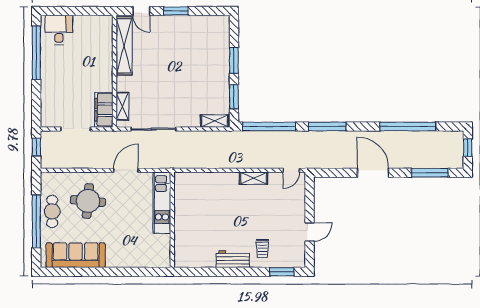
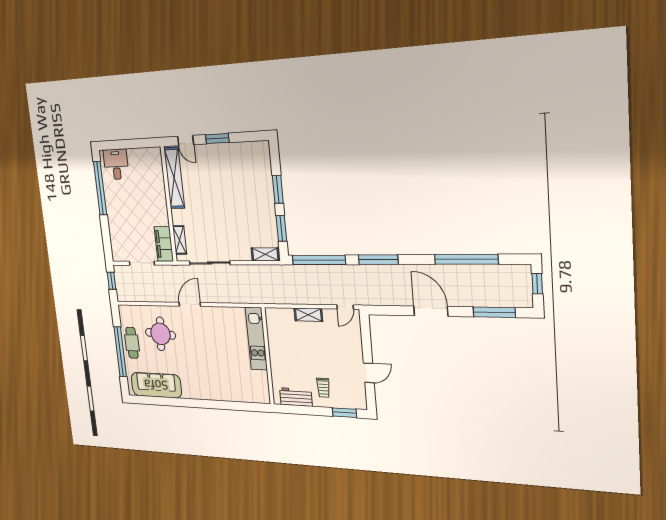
kitchen unit: (162, 203) -> (256, 339), moved
wall: (172, 220) -> (268, 356), moved

